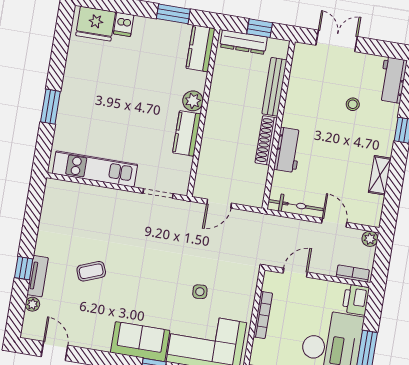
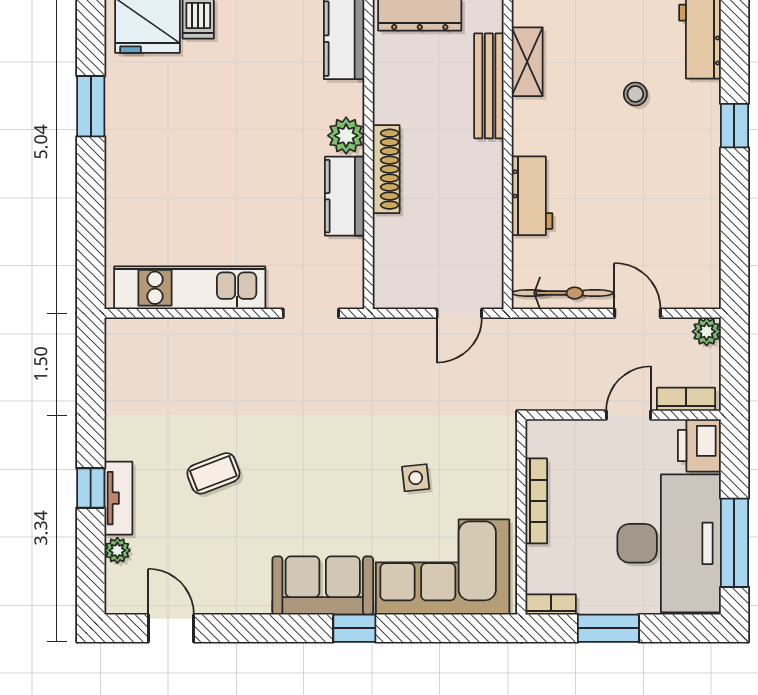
window: (50, 107) -> (91, 106), moved
shoe rack: (266, 140) -> (386, 169), moved, turned 180
shelving: (380, 175) -> (527, 62), moved
door: (219, 204) -> (459, 313), moved
door: (295, 273) -> (628, 415), moved

